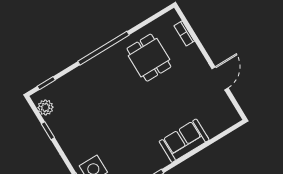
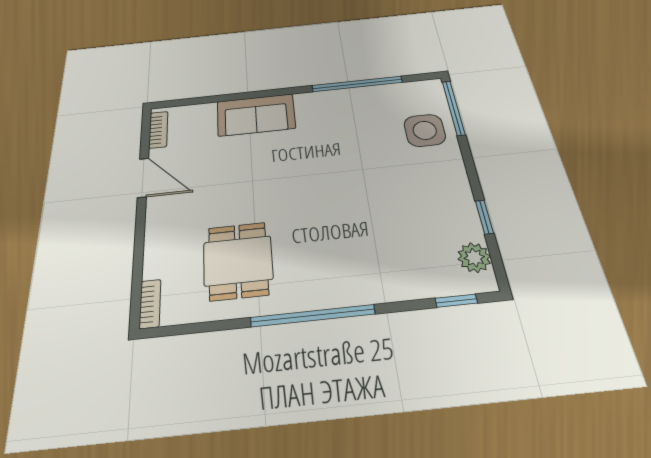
bookcase: (184, 33) -> (150, 304), moved
door: (220, 78) -> (143, 178), swing flipped
bookcase: (230, 109) -> (158, 130), added

